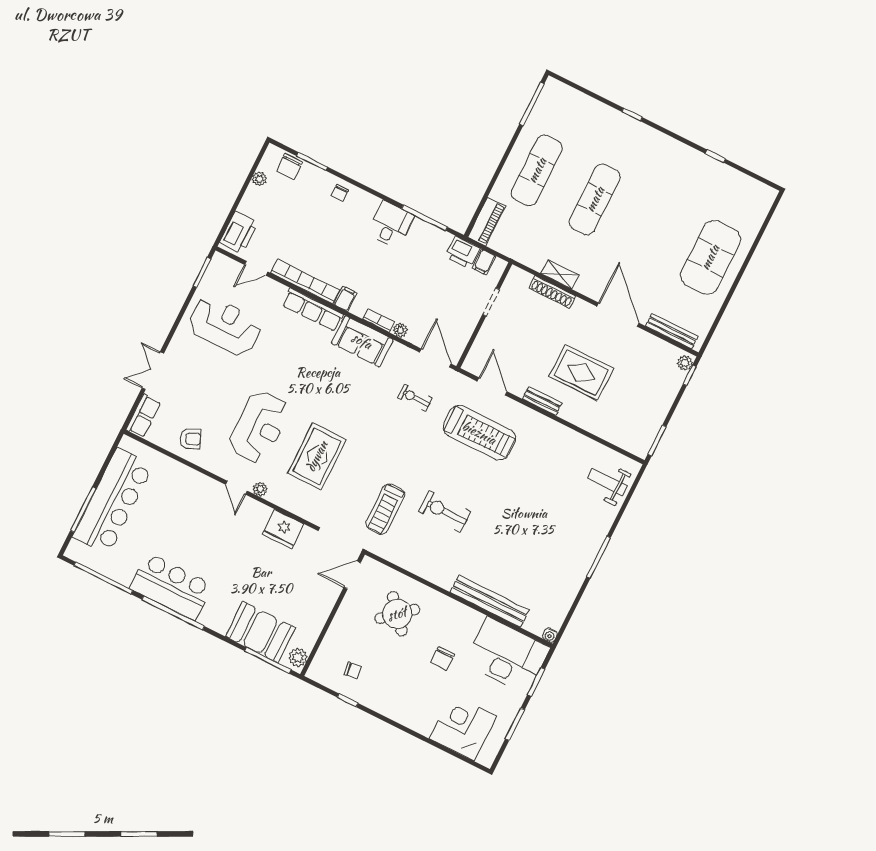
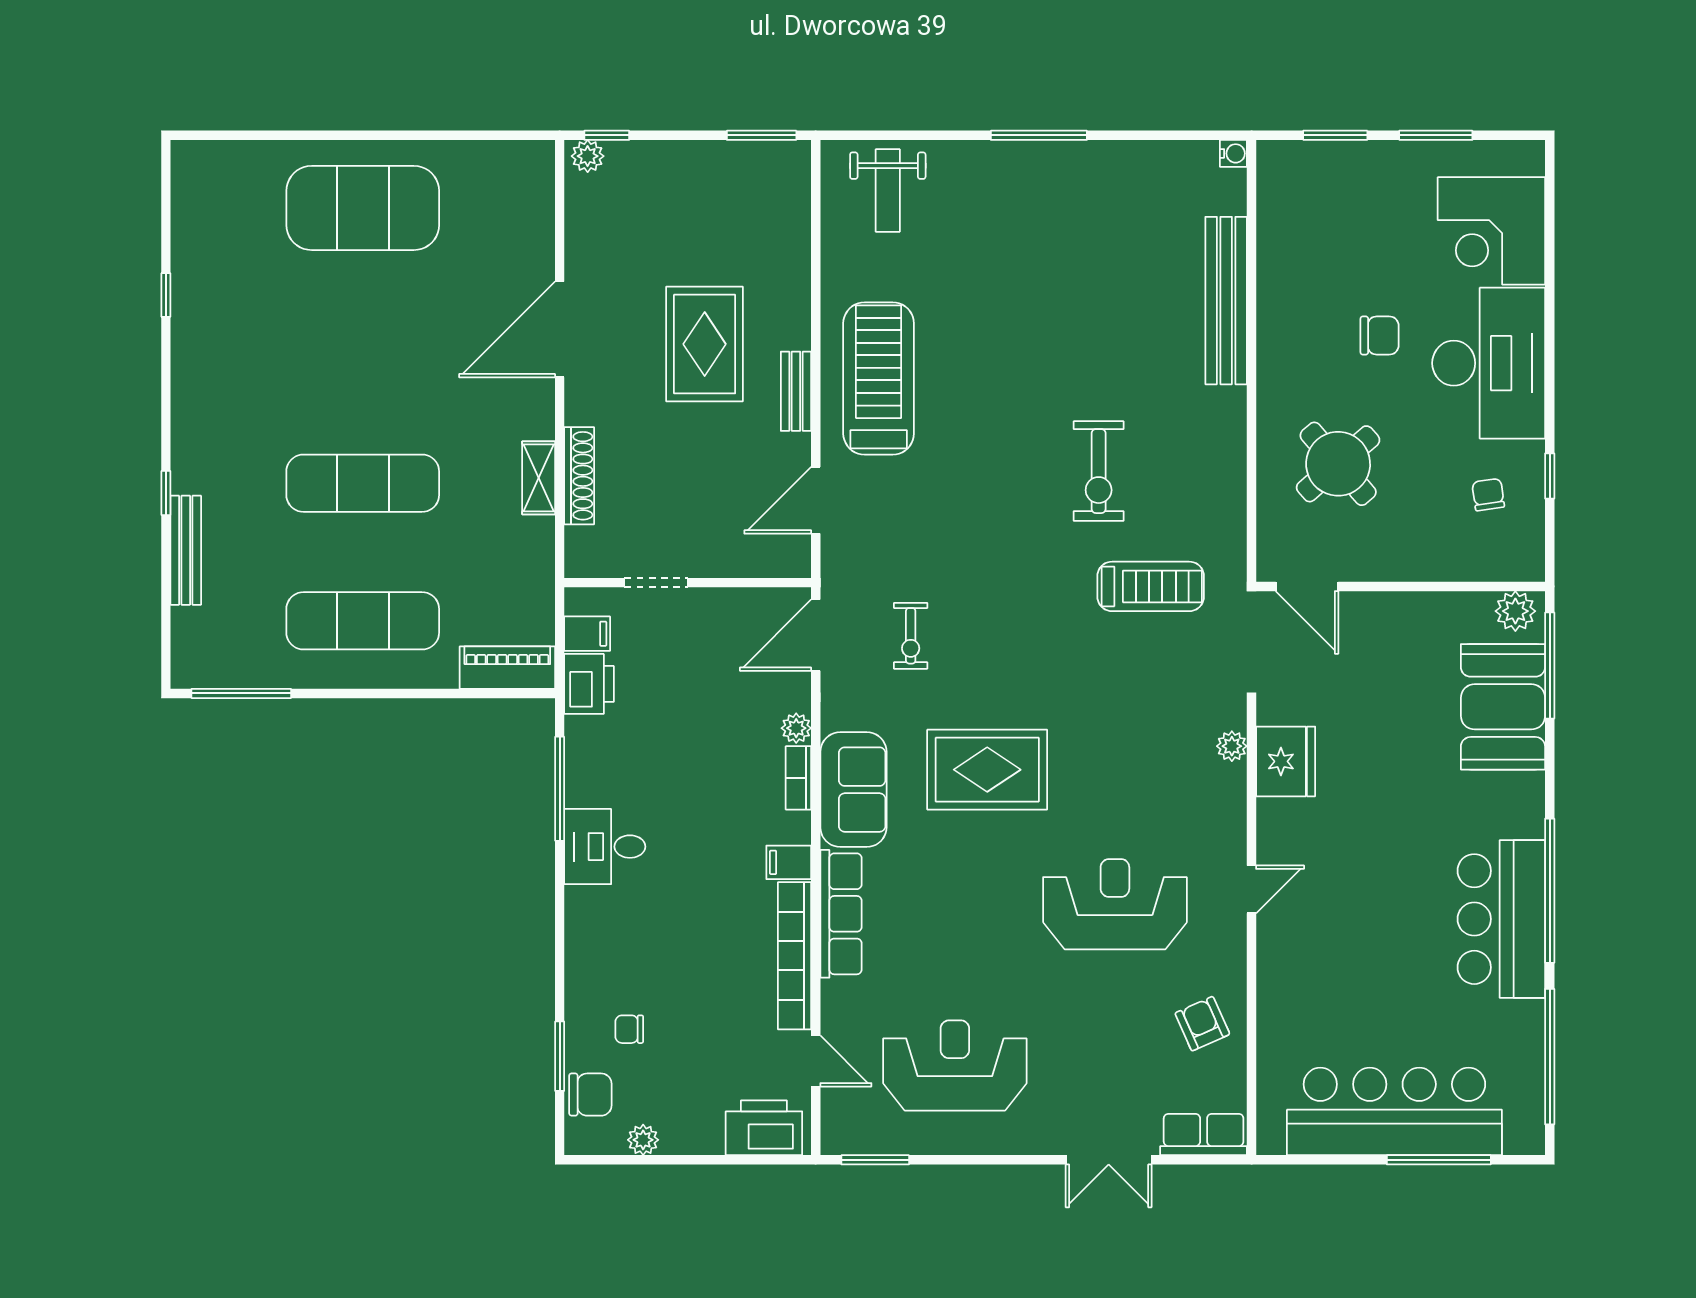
chair: (340, 193) -> (629, 1029), moved, turned 180
reception desk: (225, 326) -> (955, 1065), turned 90
bench: (672, 331) -> (186, 550), moved
treadmill: (479, 433) -> (879, 378), moved
rug: (317, 456) -> (987, 770), moved
plant: (260, 489) -> (1232, 746), moved
desk: (507, 655) -> (1489, 363), moved, turned 180

